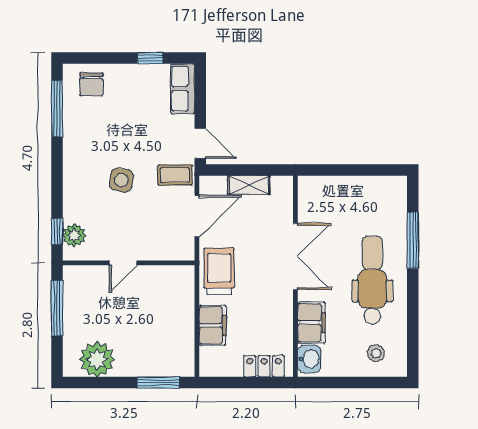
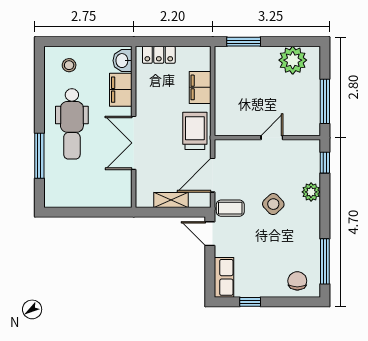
side table: (121, 180) -> (273, 204), turned 37
plant: (74, 235) -> (311, 192), moved
trolley: (219, 271) -> (195, 131), turned 180

